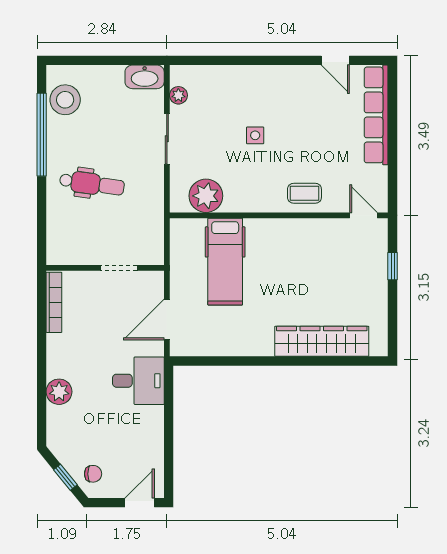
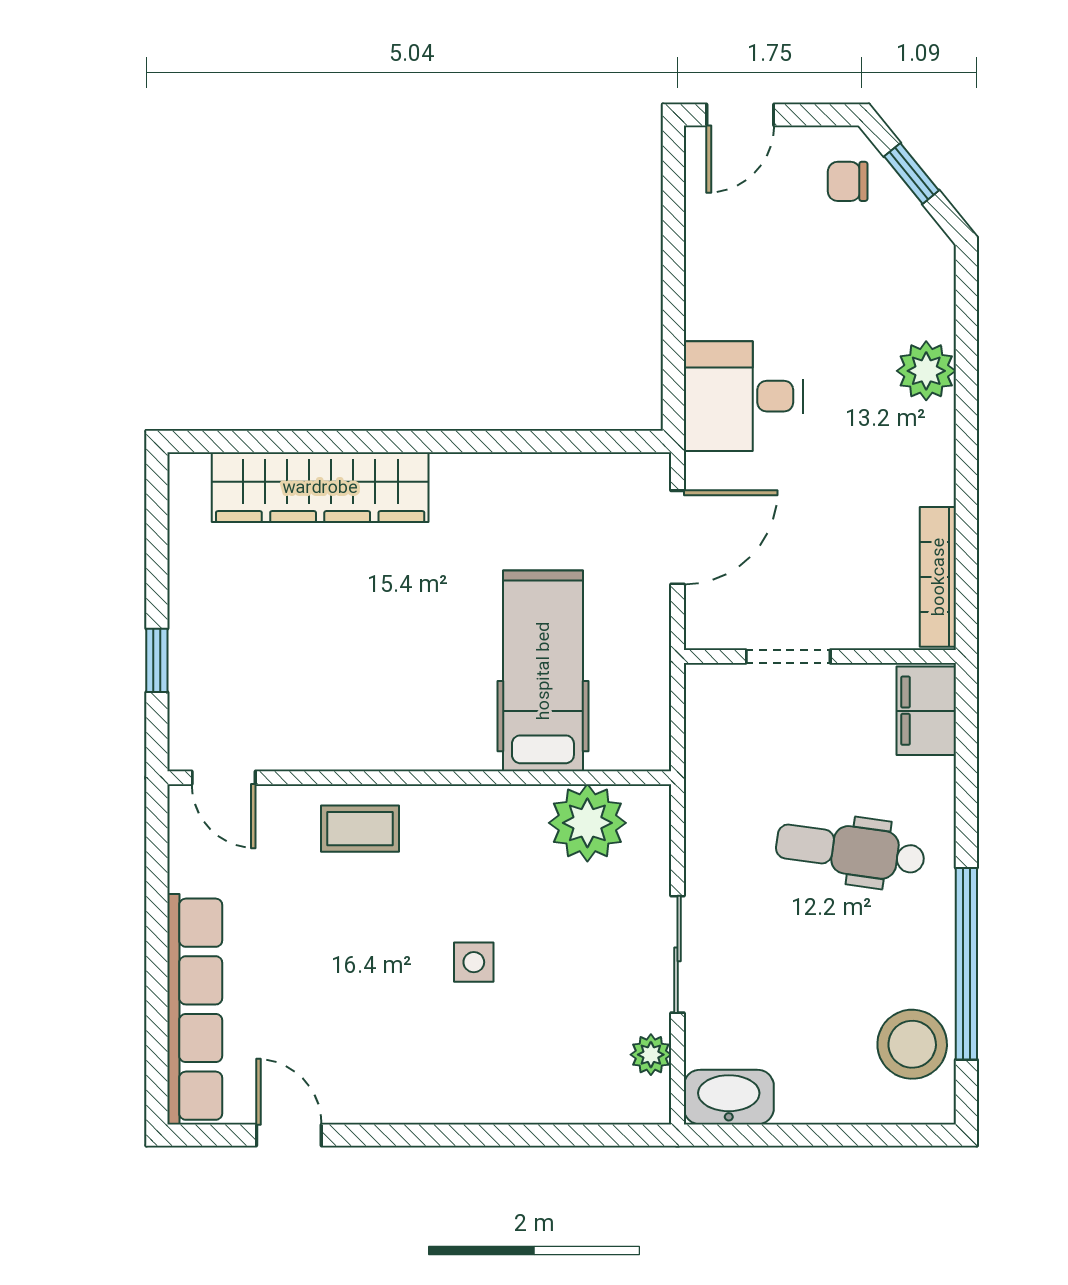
filing cabinet: (59, 244) -> (926, 711), added

